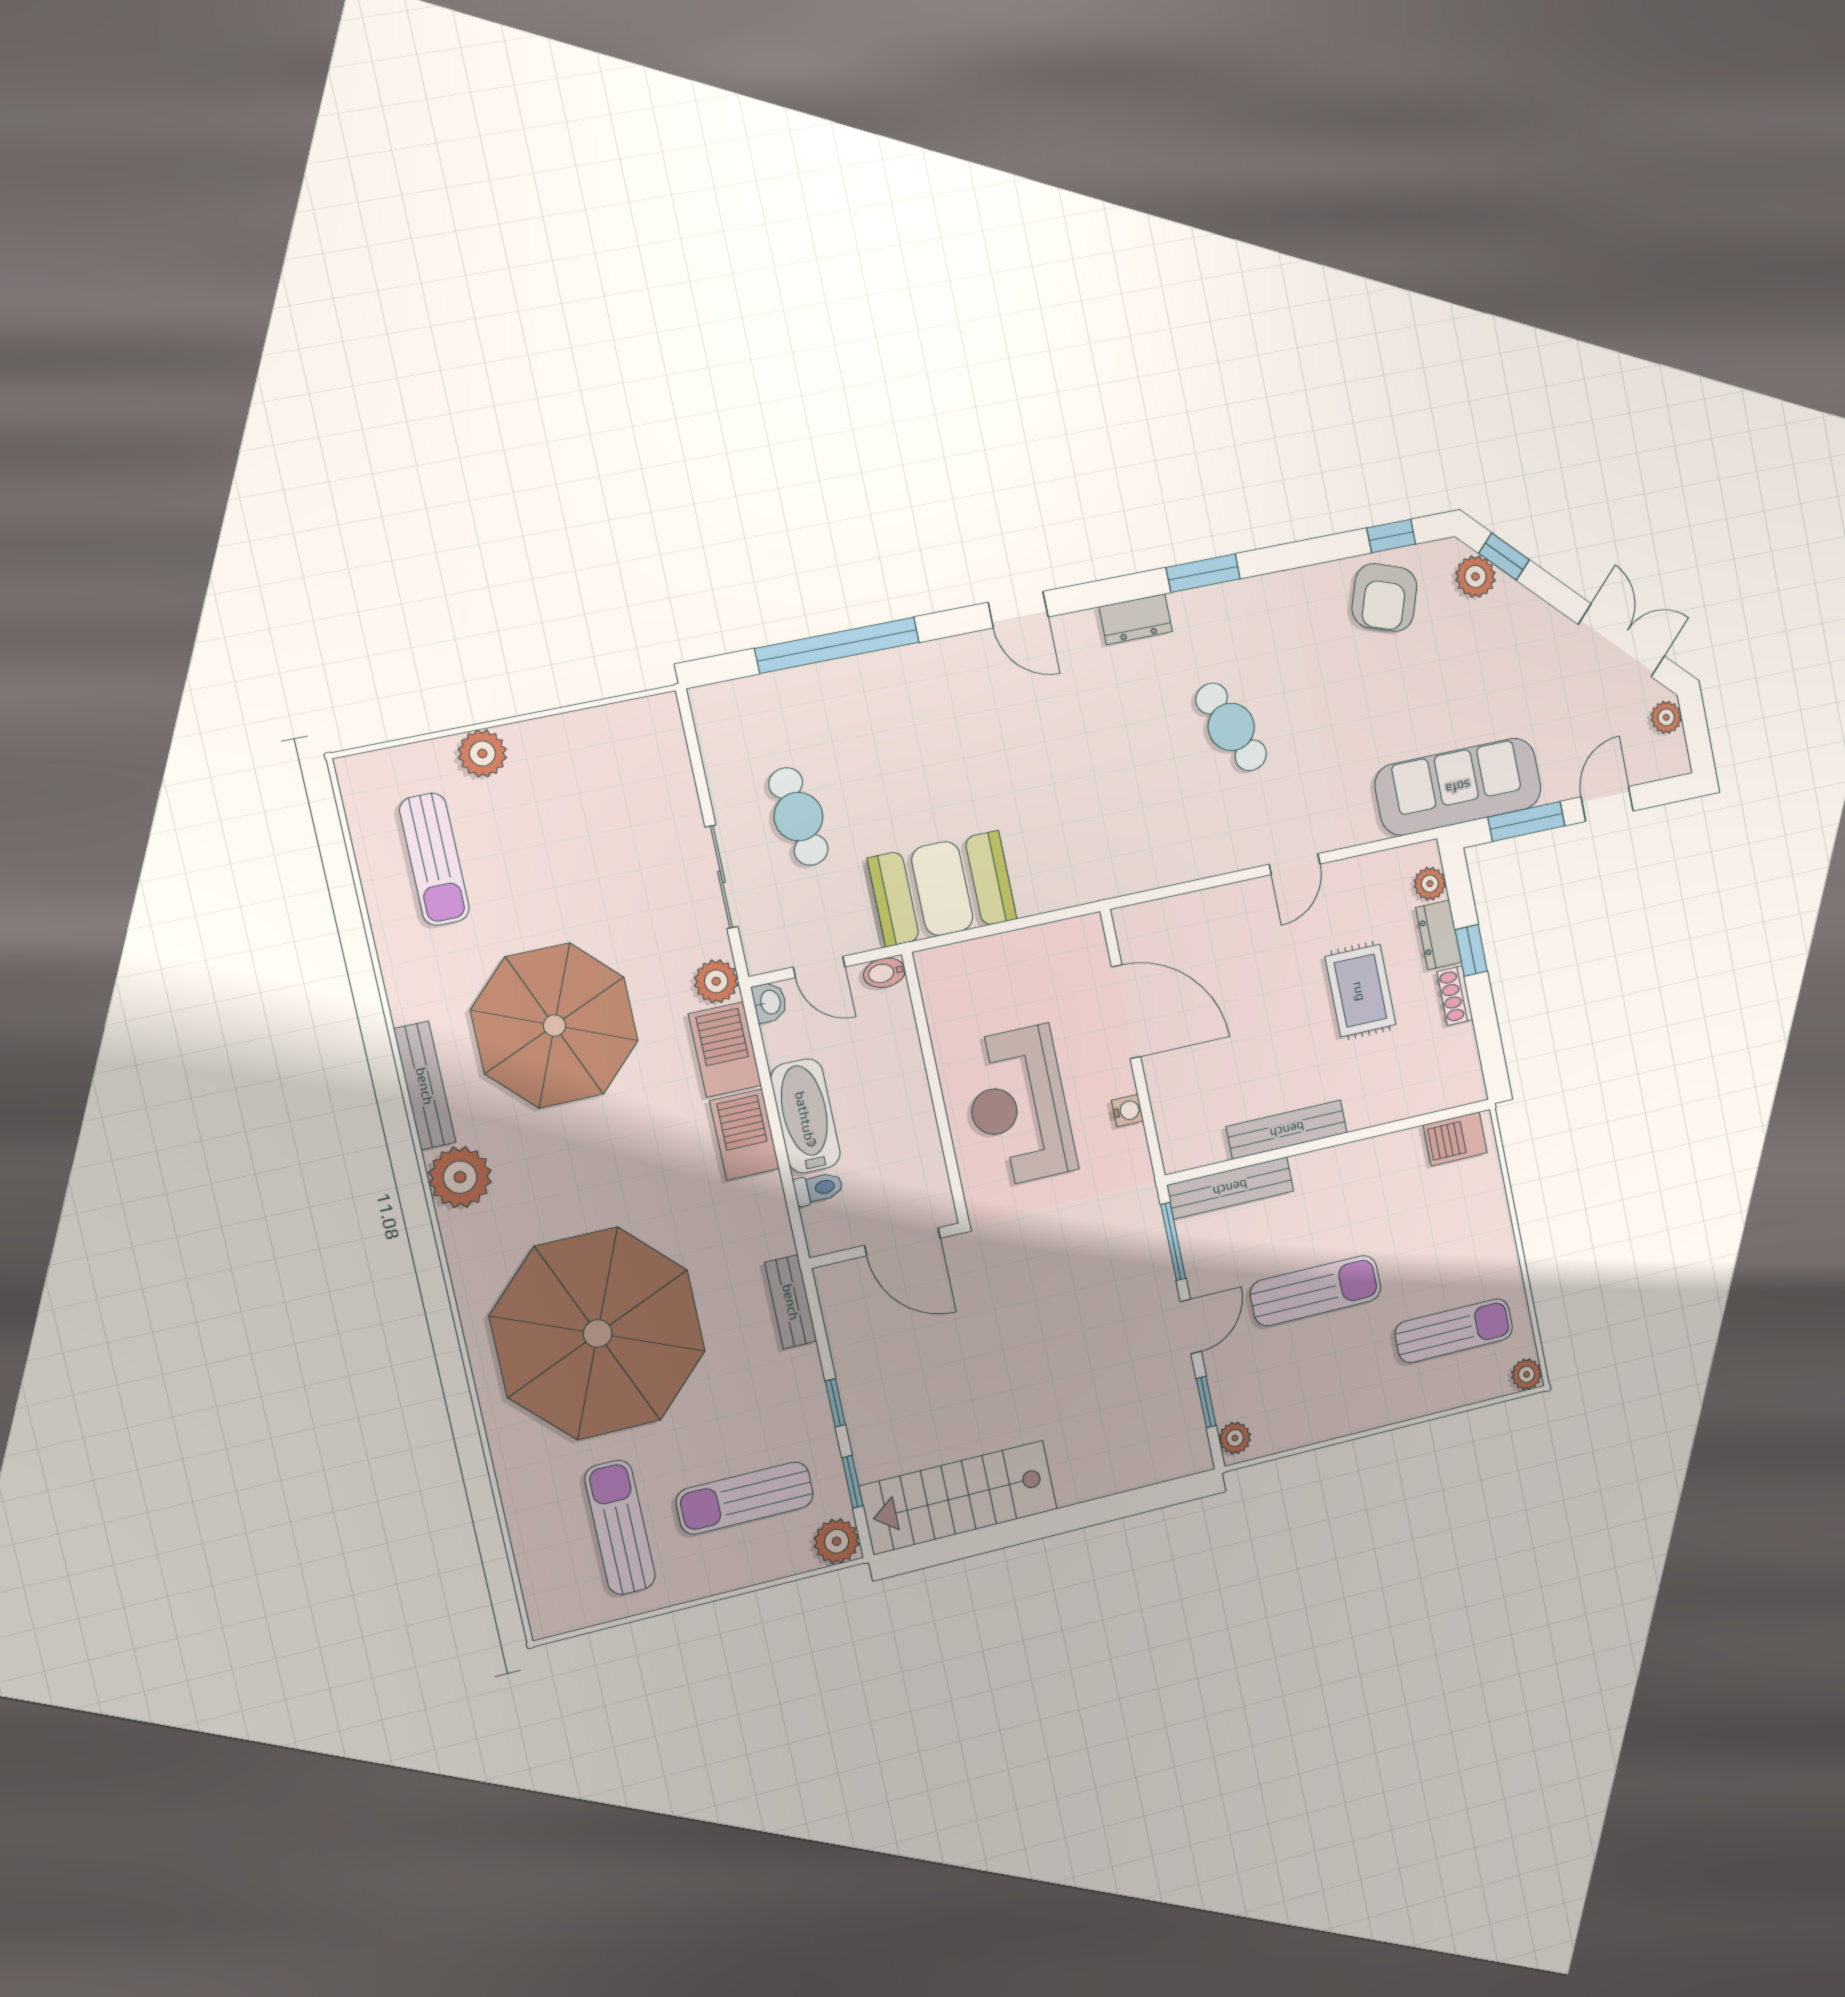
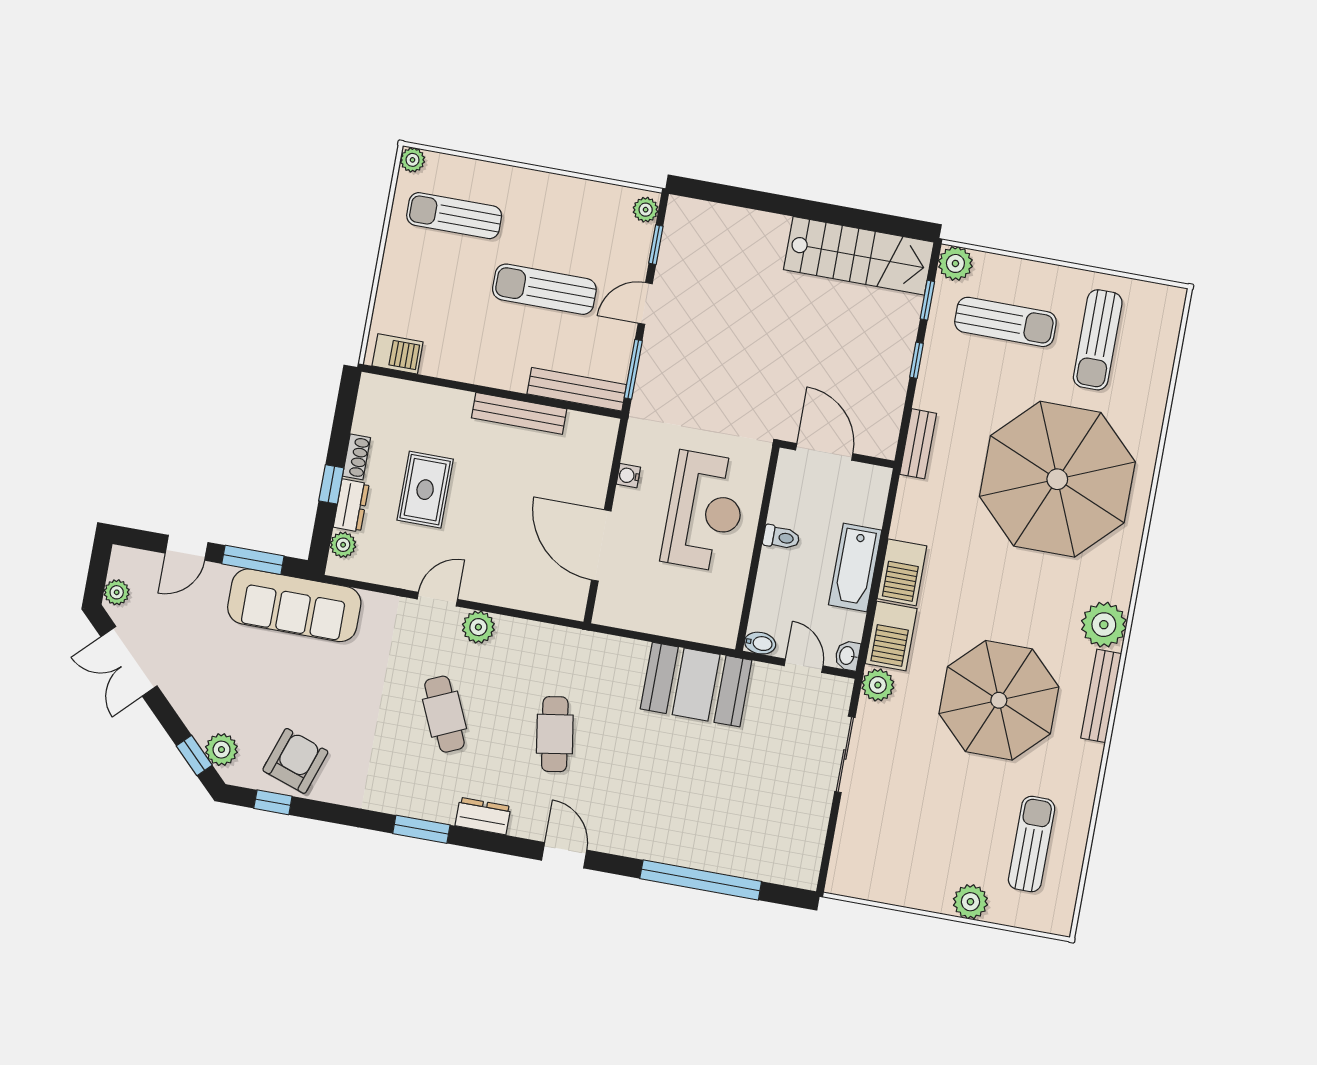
cafe table: (798, 817) -> (555, 734), moved
plant: (1233, 850) -> (478, 627), added
toilet: (818, 1188) -> (781, 537), moved, turned 180

